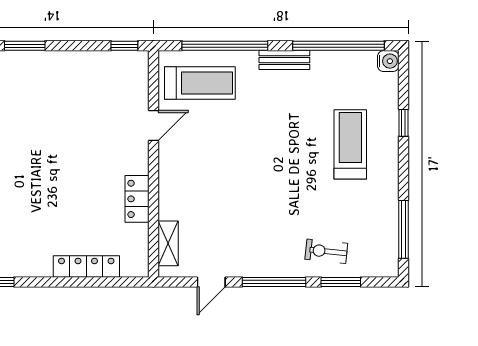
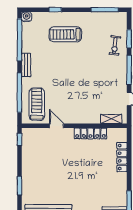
locker: (137, 199) -> (91, 133), width x1.53

